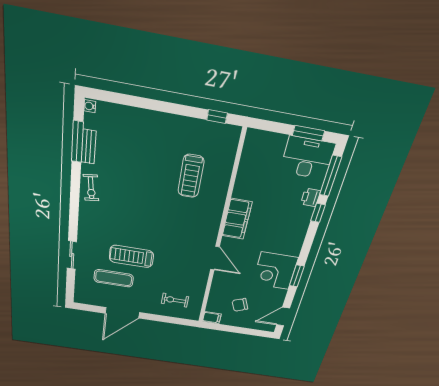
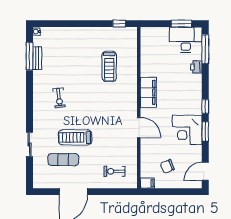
exercise bike: (91, 188) -> (59, 98), moved
window: (318, 213) -> (205, 107), moved

